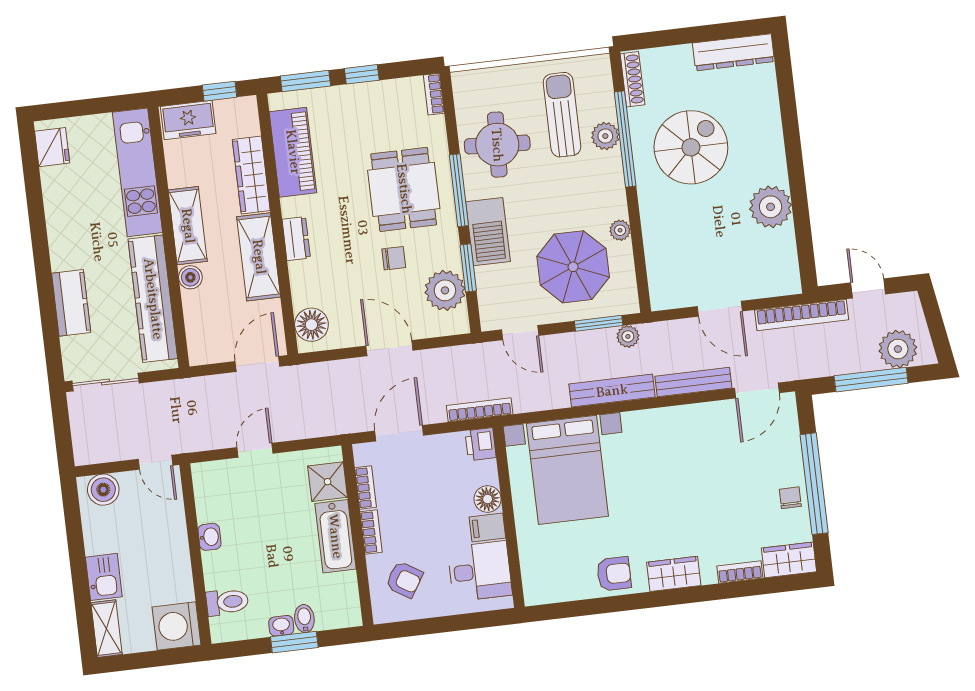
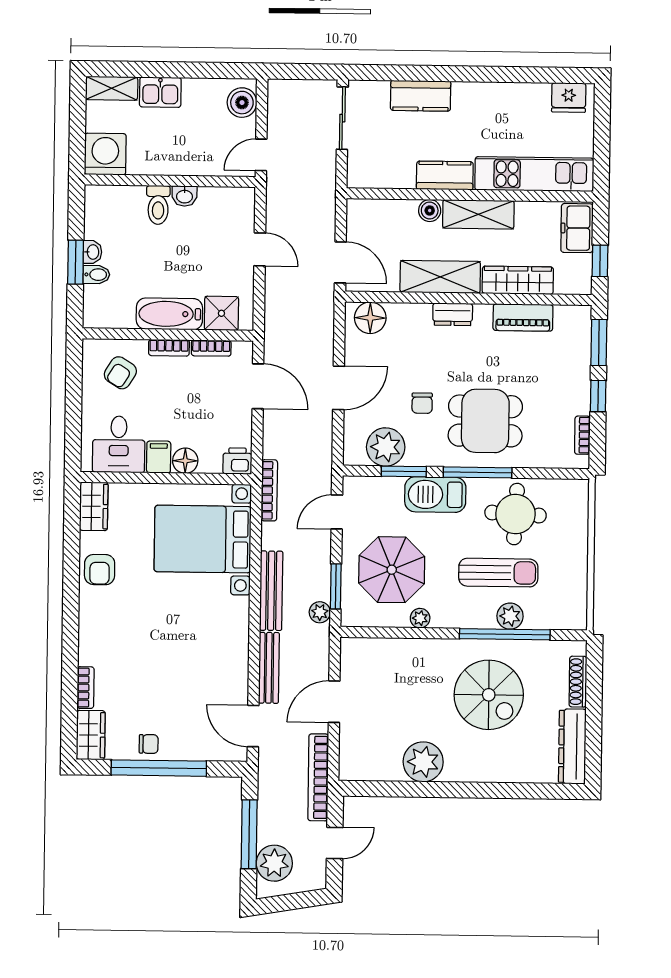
shoe rack: (632, 79) -> (578, 682), moved, turned 90
bookcase: (434, 94) -> (582, 435), moved, turned -90
sun lounger: (562, 115) -> (498, 573), moved
piano: (293, 152) -> (523, 317), width x0.73, depth x0.75
kitchen counter: (153, 299) -> (445, 175), width x0.48, depth x0.86
bookcase: (480, 410) -> (269, 490), moved
wardrobe: (674, 574) -> (94, 506), moved
toilet: (227, 602) -> (158, 205), moved

